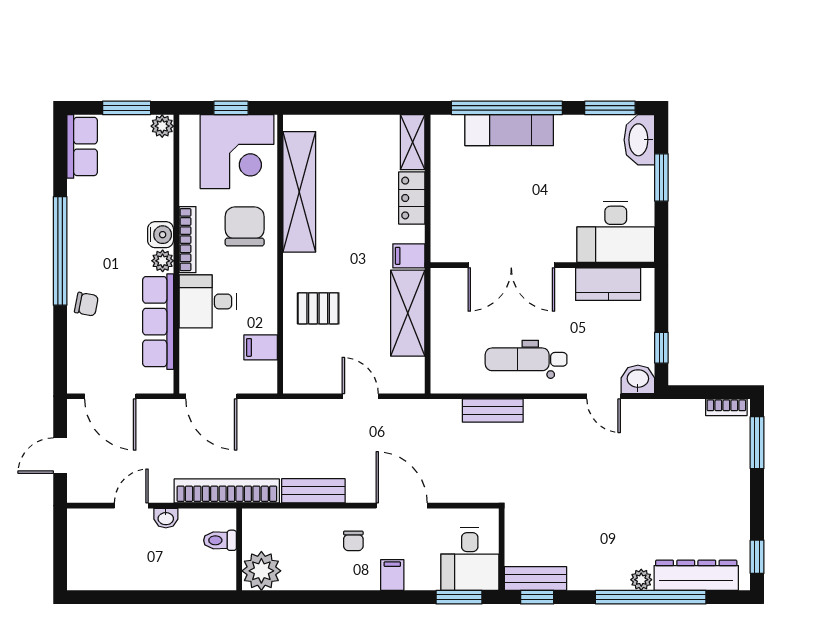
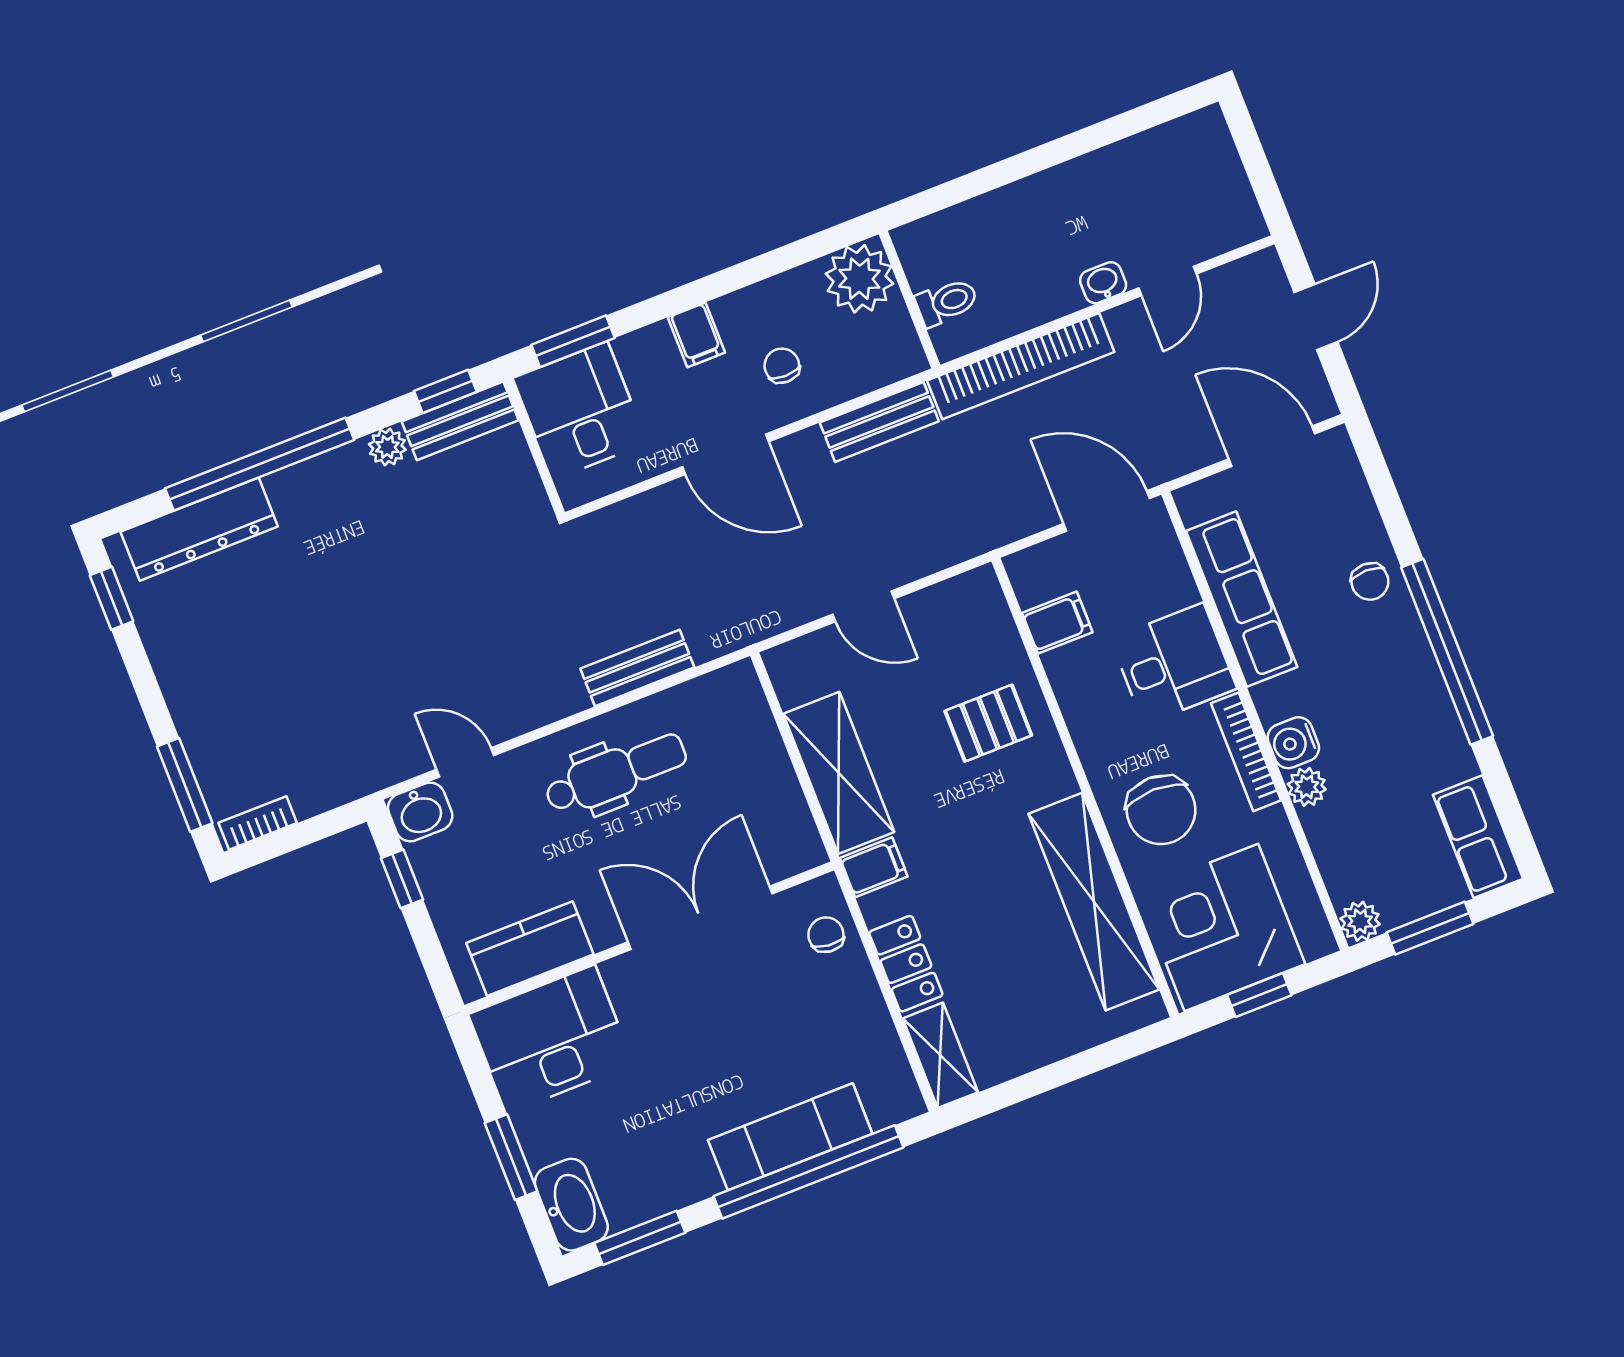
chair: (448, 230) -> (826, 935), added
plant: (163, 261) -> (1307, 787), moved
chair: (86, 304) -> (1370, 582), turned -101
toilet: (220, 540) -> (947, 302), moved
wall: (239, 549) -> (910, 300), moved
plant: (261, 571) -> (859, 279), moved
plant: (641, 580) -> (387, 447), moved

